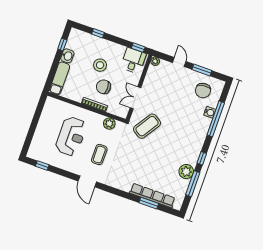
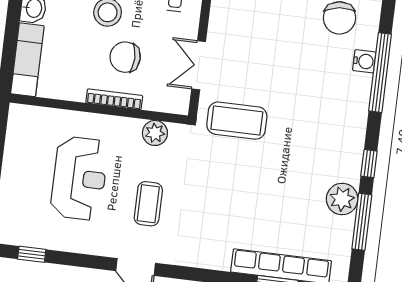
coffee table: (147, 126) -> (237, 121), turned 57

